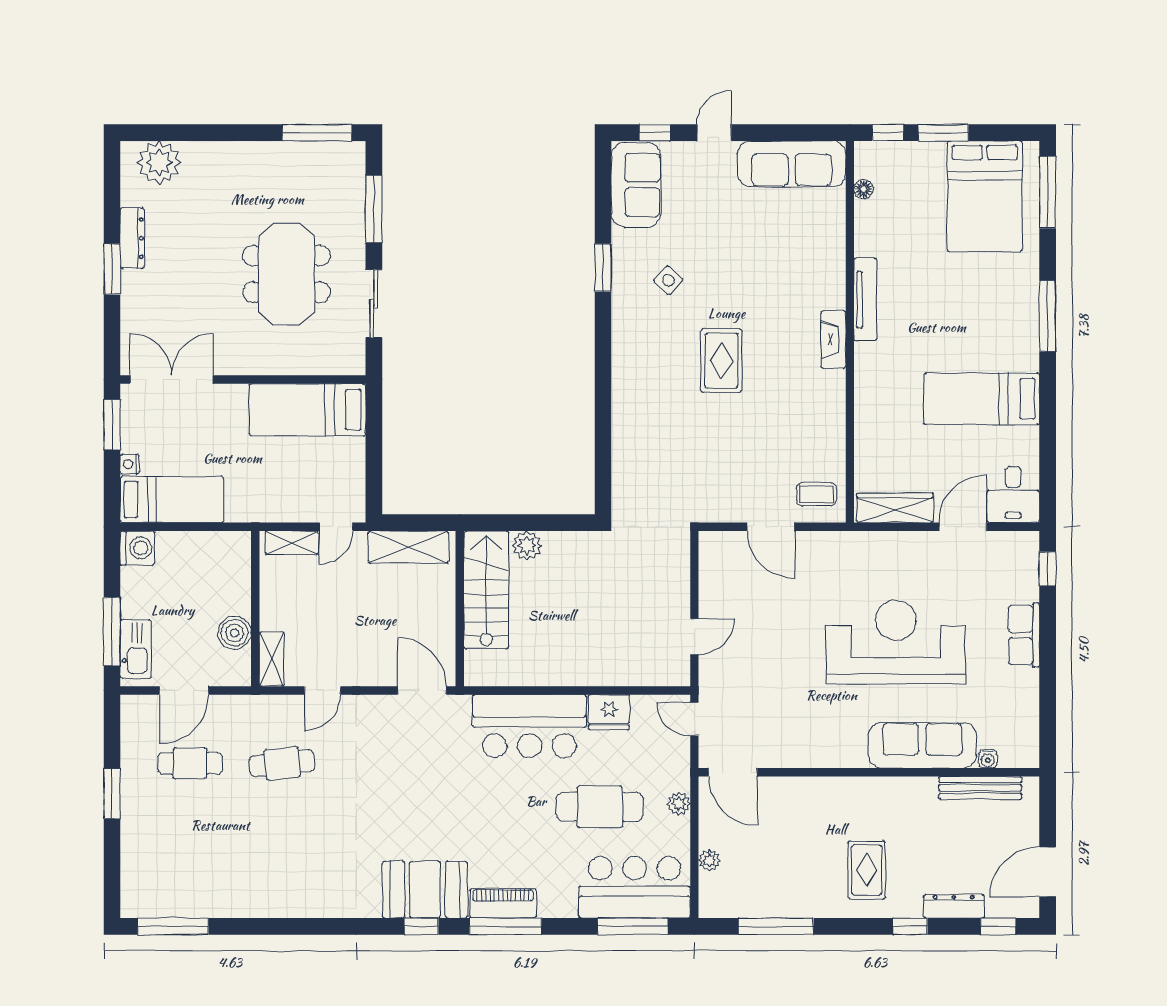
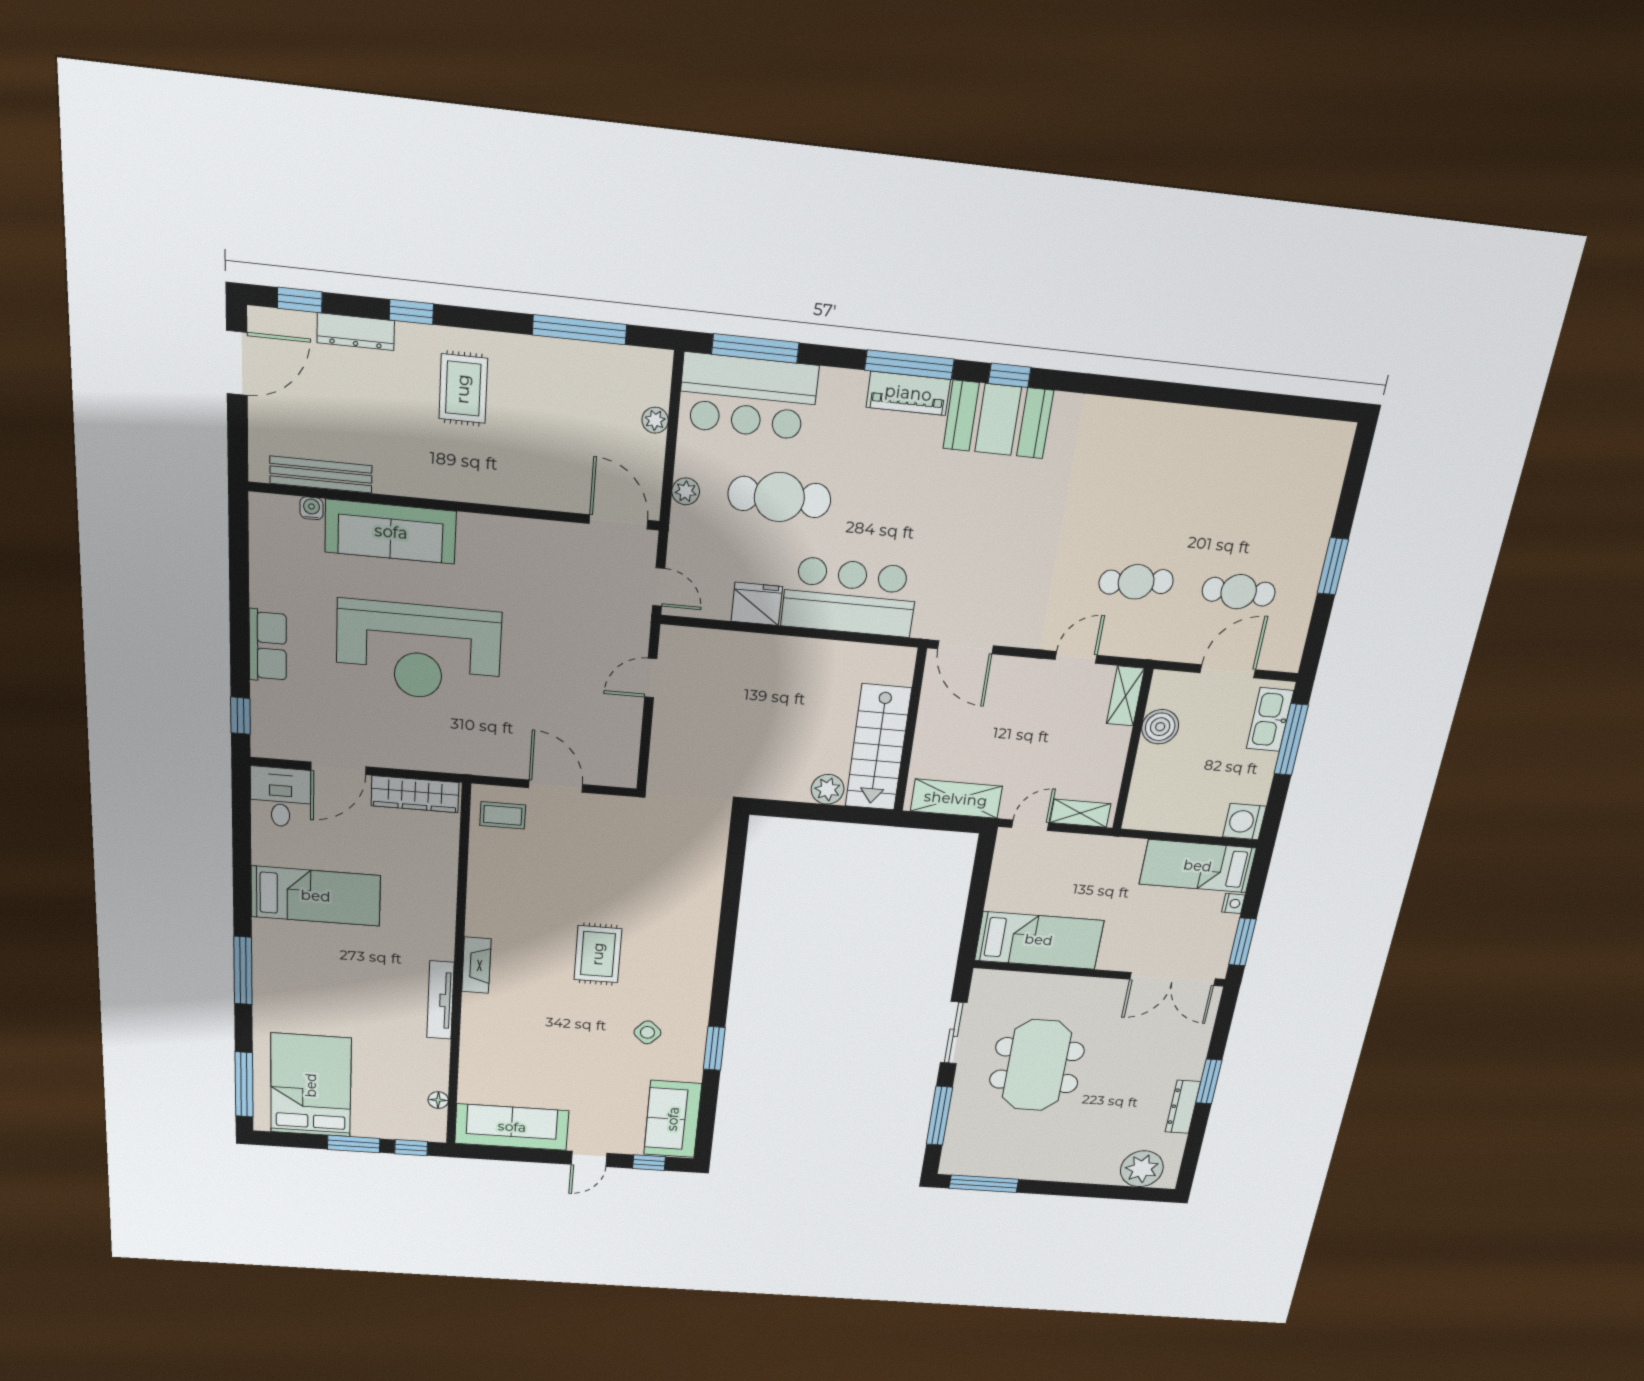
window: (173, 926) -> (1300, 406), removed

